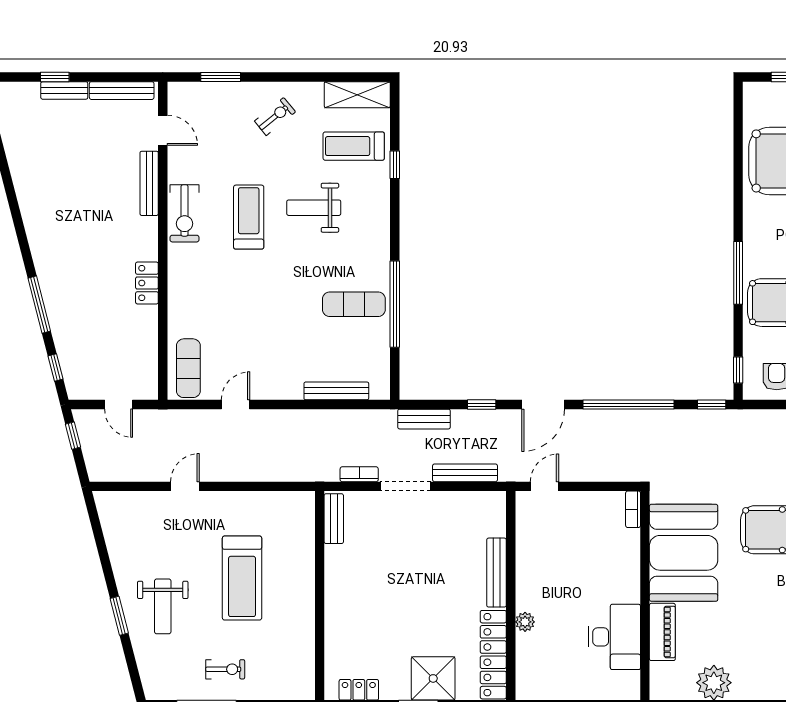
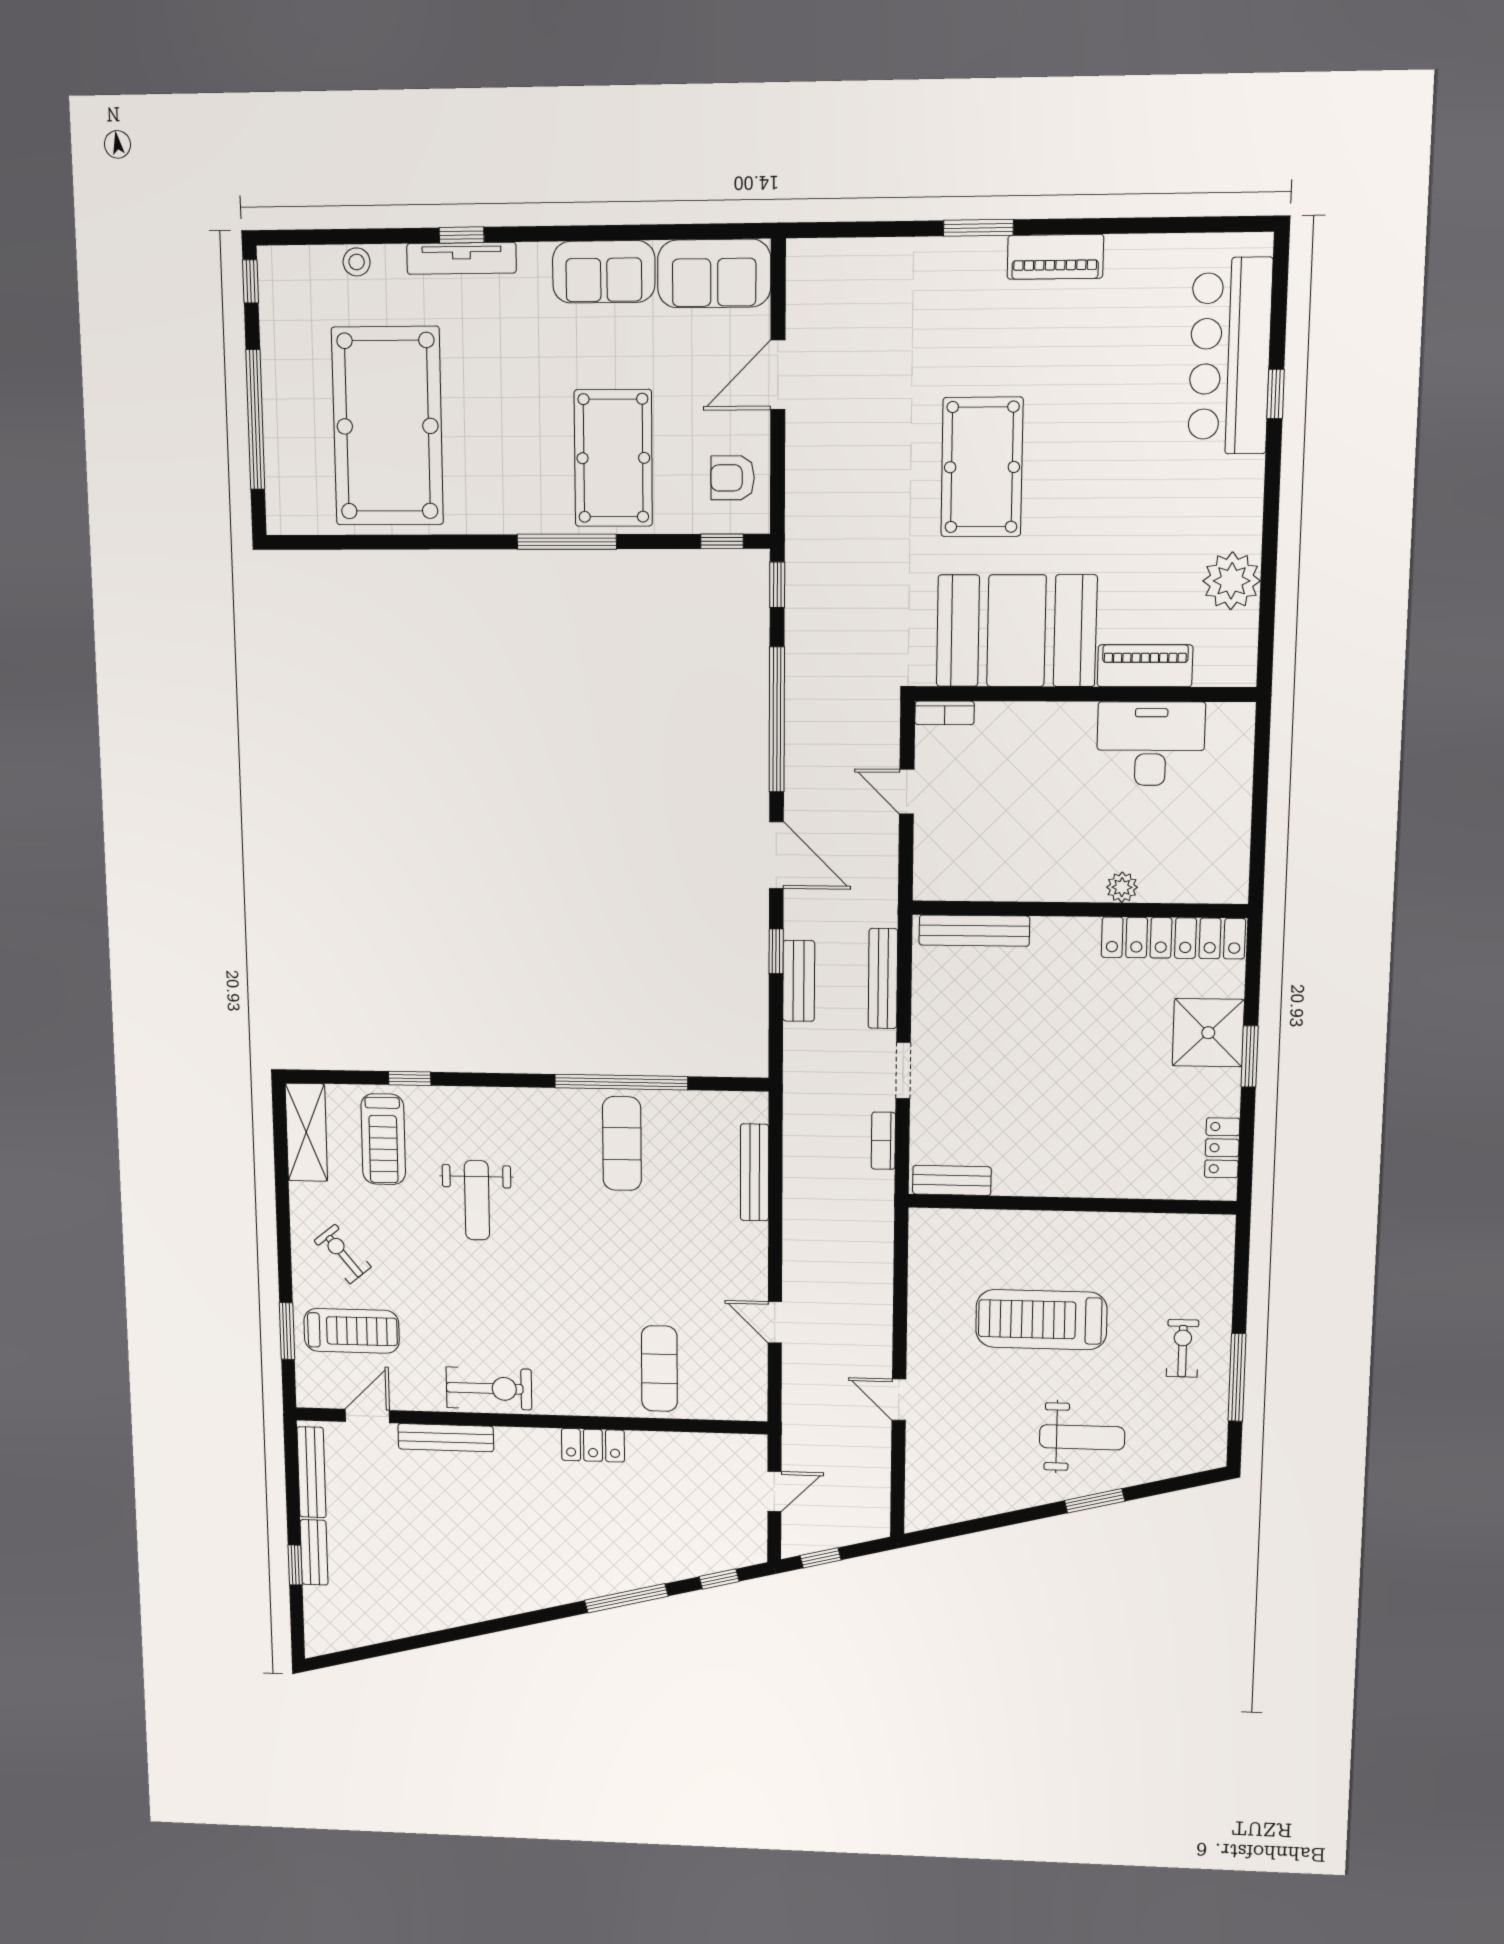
treadmill: (249, 217) -> (352, 1331), moved, turned 180
exercise mat: (188, 368) -> (659, 1369), moved, turned 90
bench: (424, 419) -> (799, 981), moved
doorway: (406, 486) -> (903, 1070), width x0.73
door: (545, 486) -> (907, 792), moved
bench: (496, 573) -> (974, 931), moved
treadmill: (242, 578) -> (1041, 1320), turned 180

